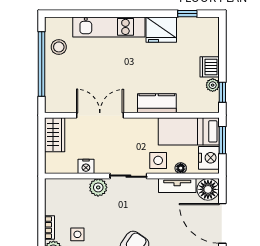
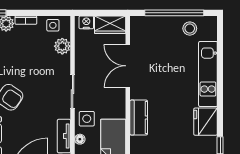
double door: (100, 115) -> (128, 66), swing flipped
nightstand: (86, 166) -> (86, 22), moved, turned 90
plant: (98, 187) -> (62, 46), moved
side table: (77, 234) -> (53, 25), moved

